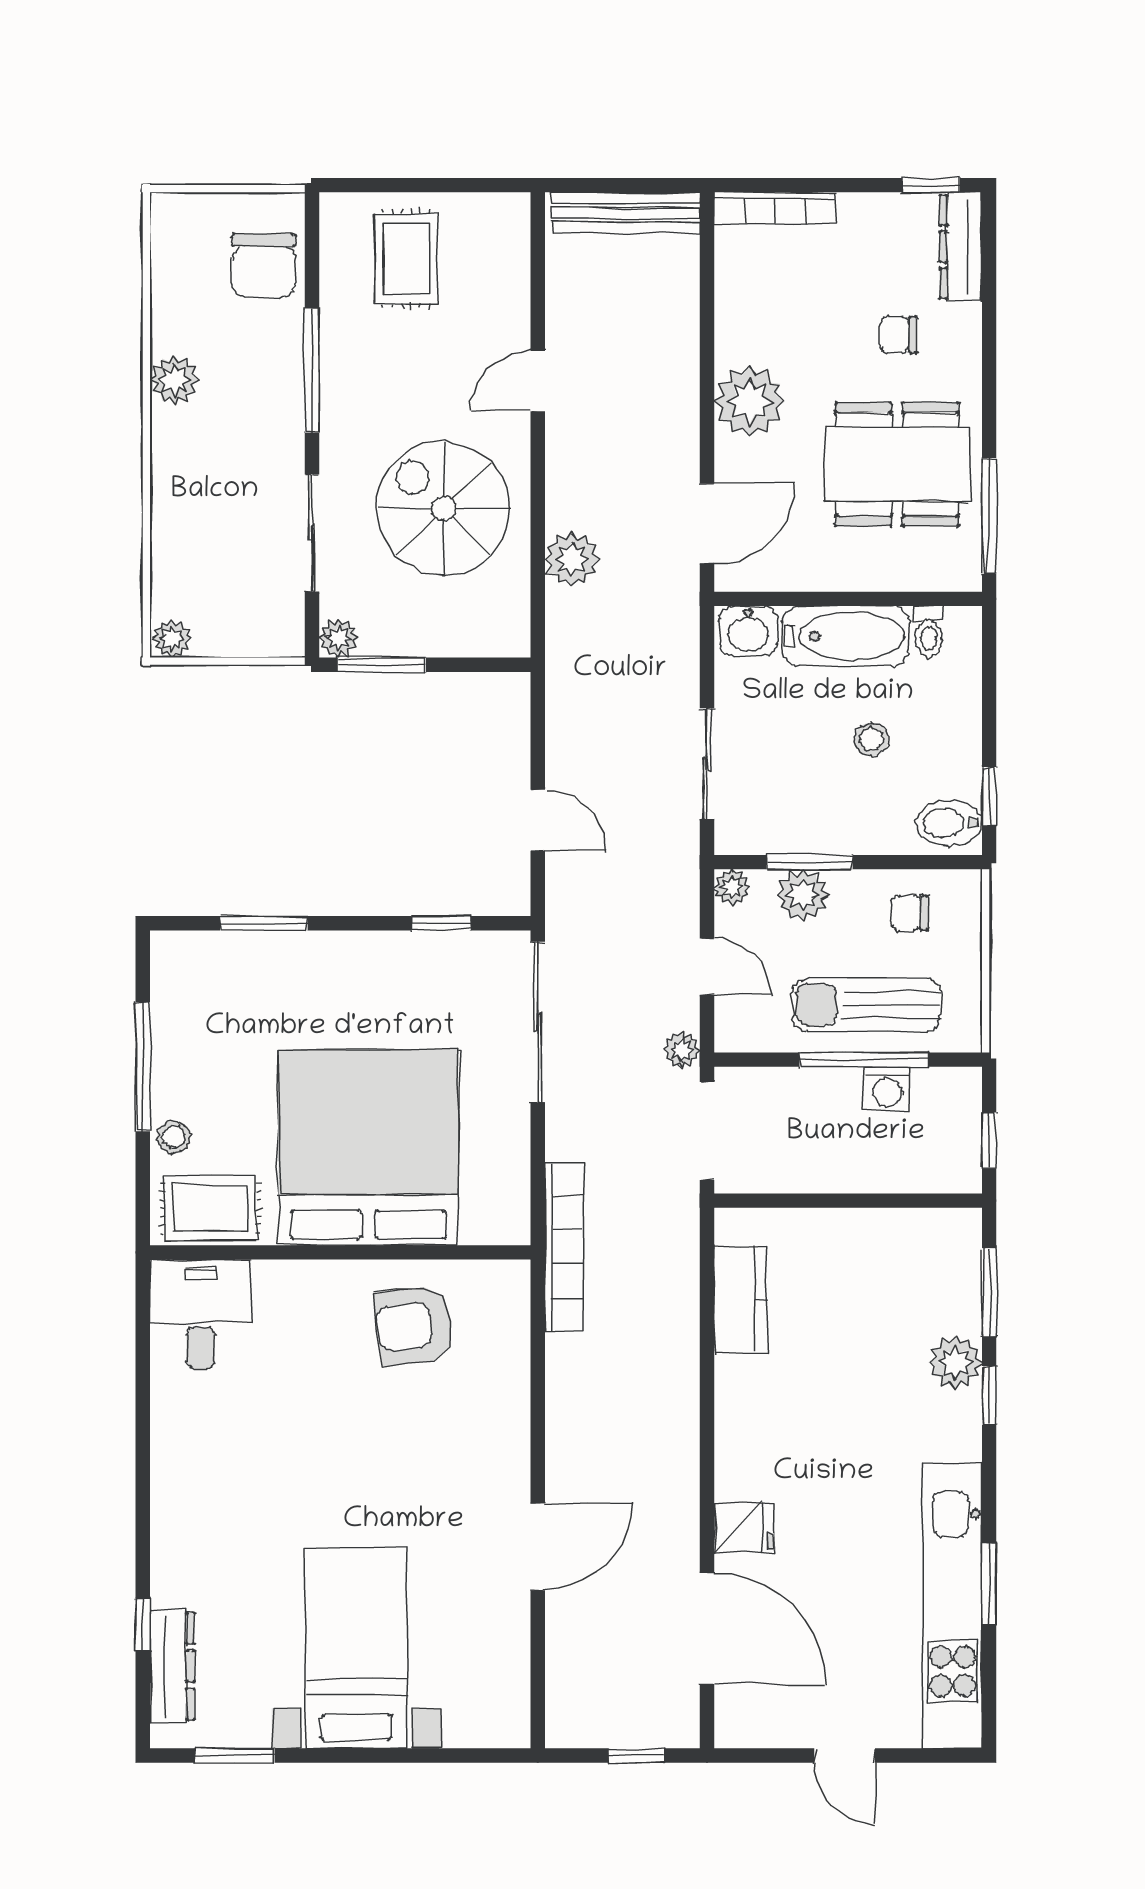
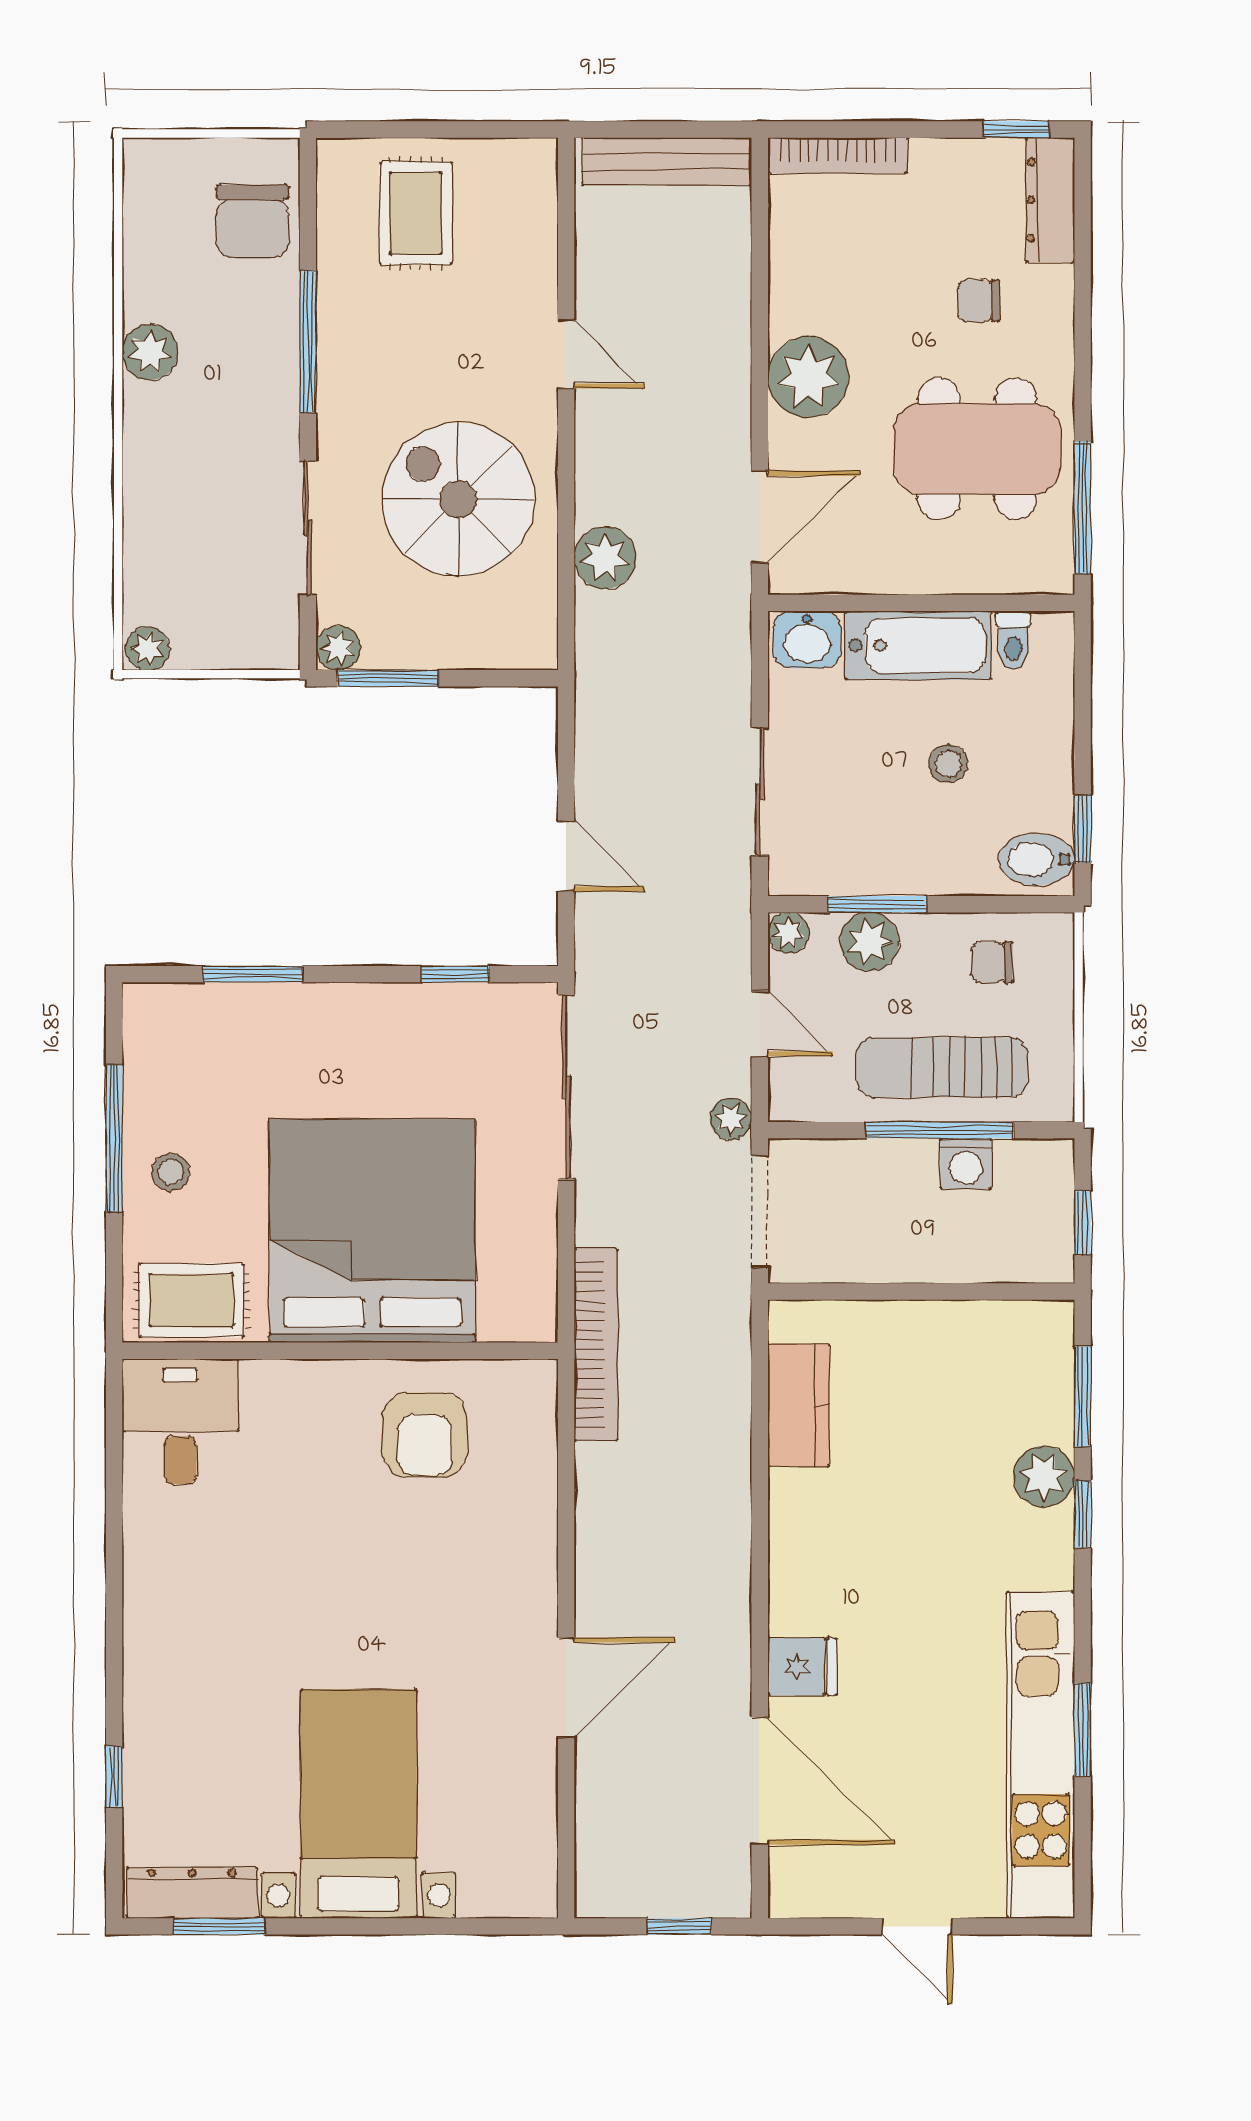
door: (538, 381) -> (566, 354), swing flipped
stool: (174, 1137) -> (171, 1172), moved
armchair: (414, 1326) -> (425, 1435), turned -83
dresser: (172, 1666) -> (192, 1893), moved, turned -90

